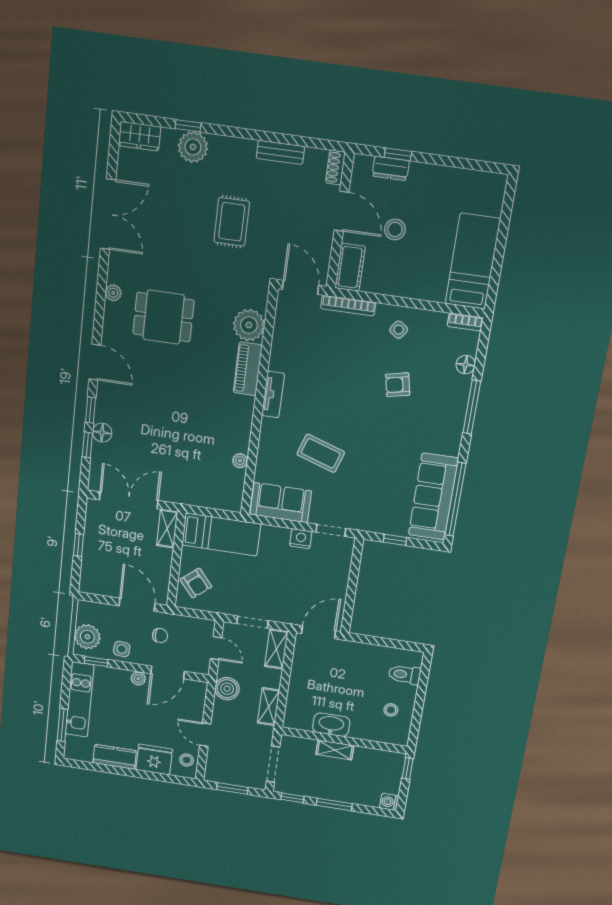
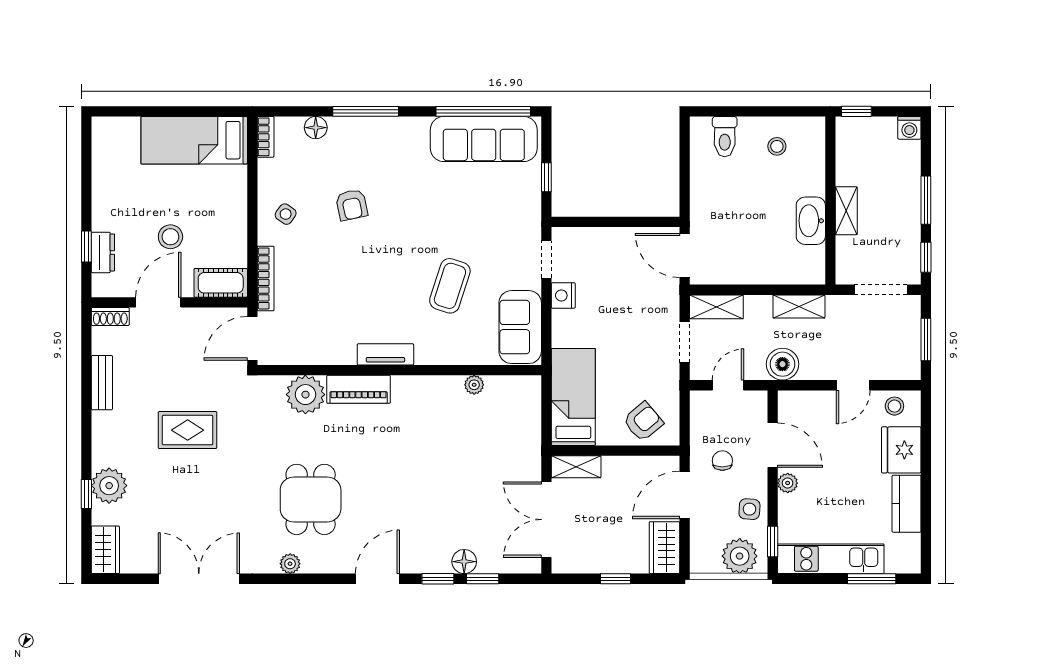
wardrobe: (99, 584) -> (664, 548), added

